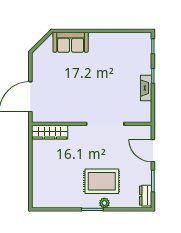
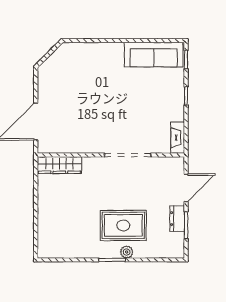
sofa: (71, 42) -> (154, 55), moved, width x1.36
fireplace: (146, 88) -> (178, 138), moved
door: (153, 151) -> (186, 188), swing flipped
dresser: (146, 196) -> (177, 219), moved

